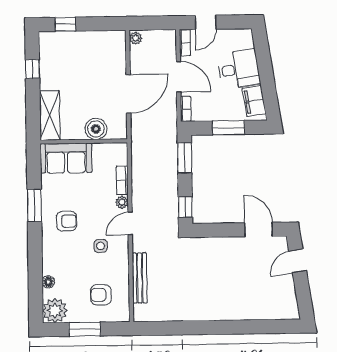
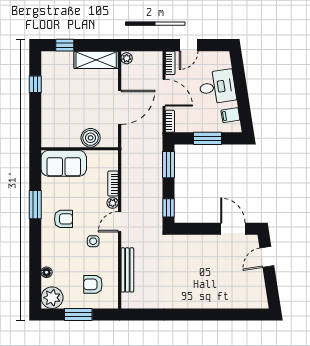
filing cabinet: (254, 101) -> (230, 115), width x0.50
shelving: (50, 115) -> (96, 60), moved, turned 90

